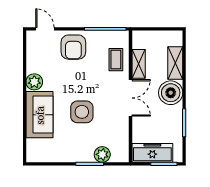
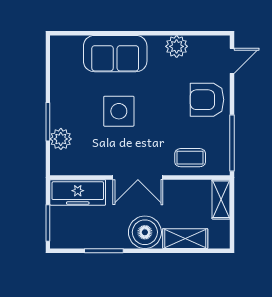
shelving: (139, 64) -> (221, 199), moved, turned 90
plant: (34, 82) -> (177, 46), moved
freezer: (152, 153) -> (78, 192), moved, turned 90

